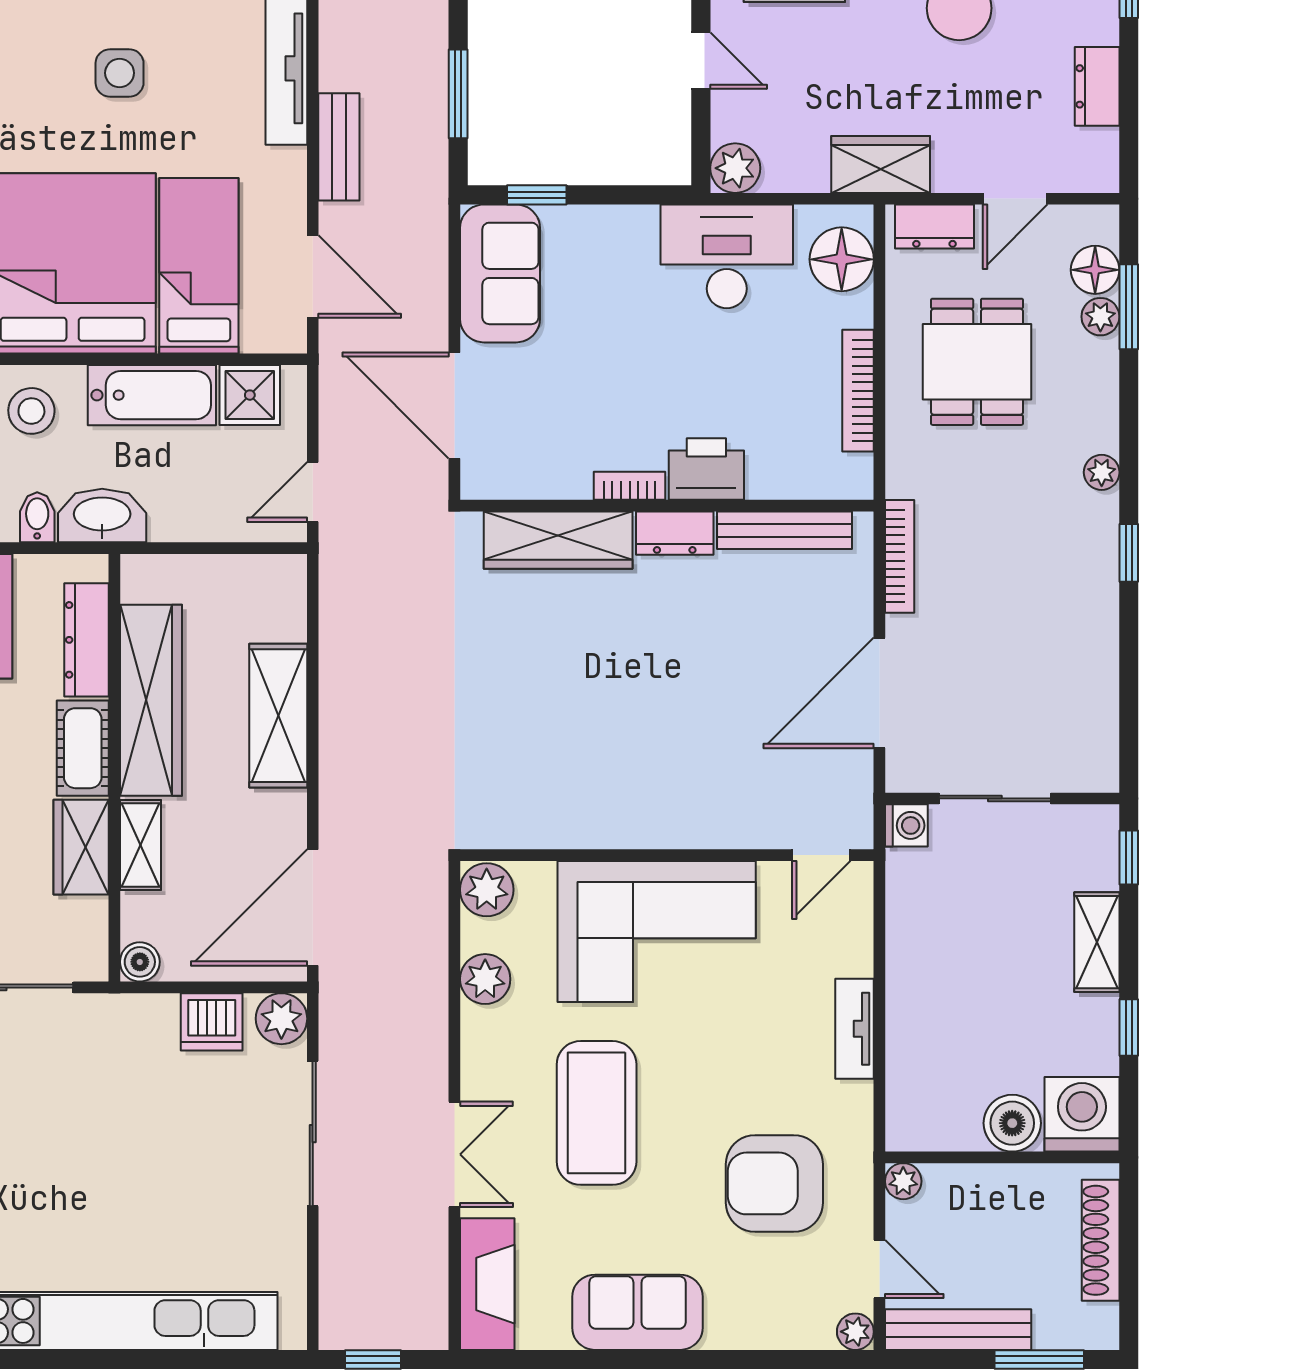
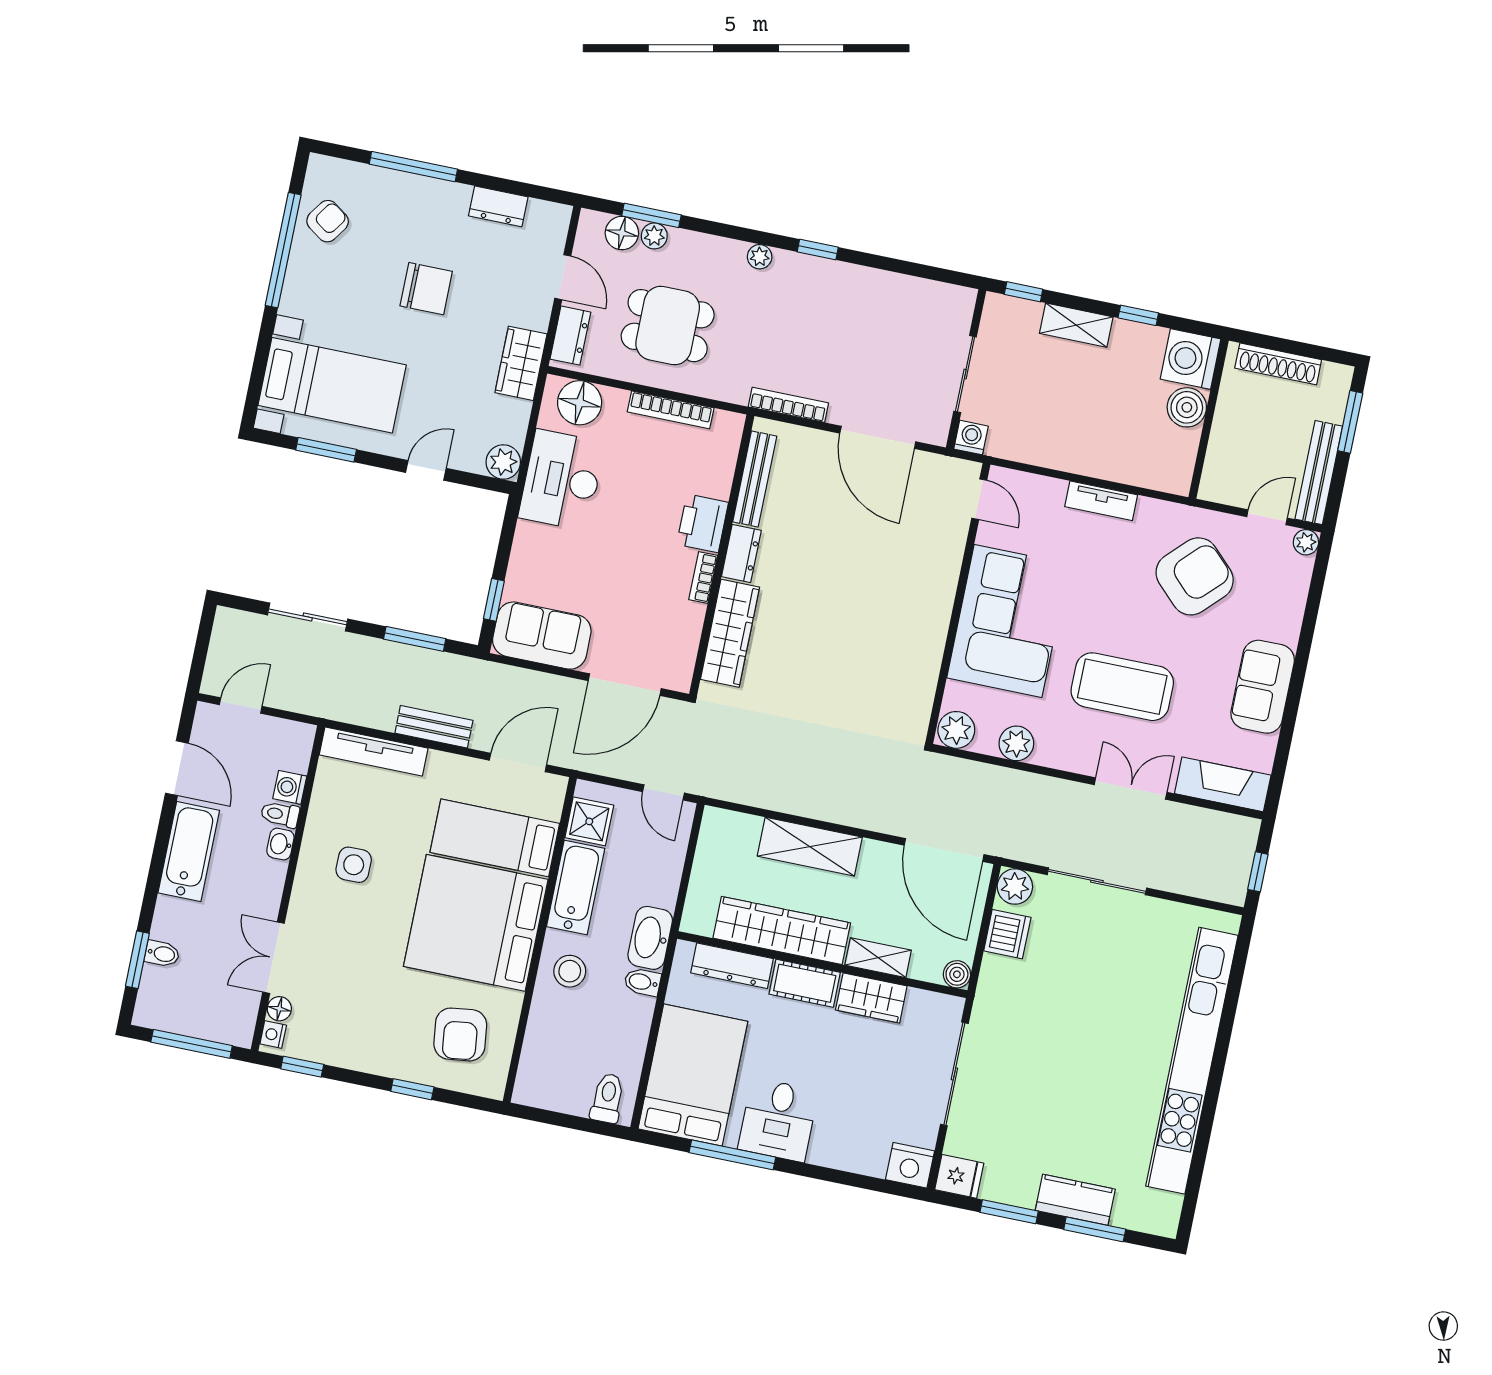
plant: (903, 1181) -> (1211, 489), removed
armchair: (774, 1183) -> (1195, 576), turned -135

